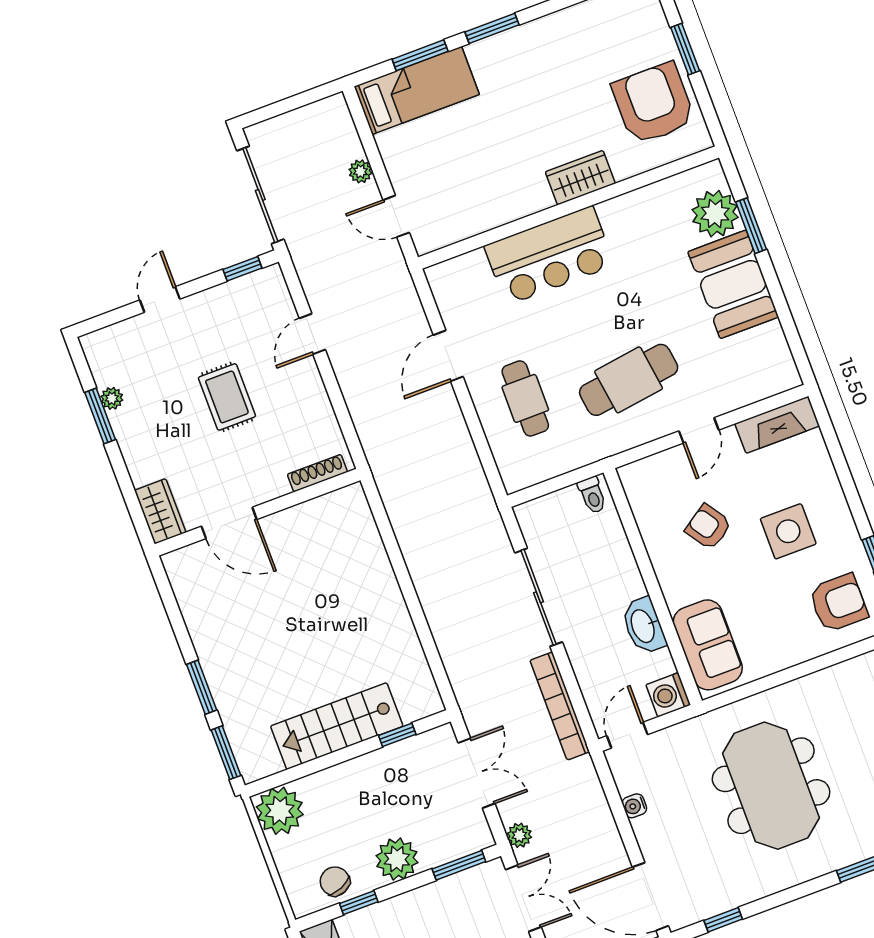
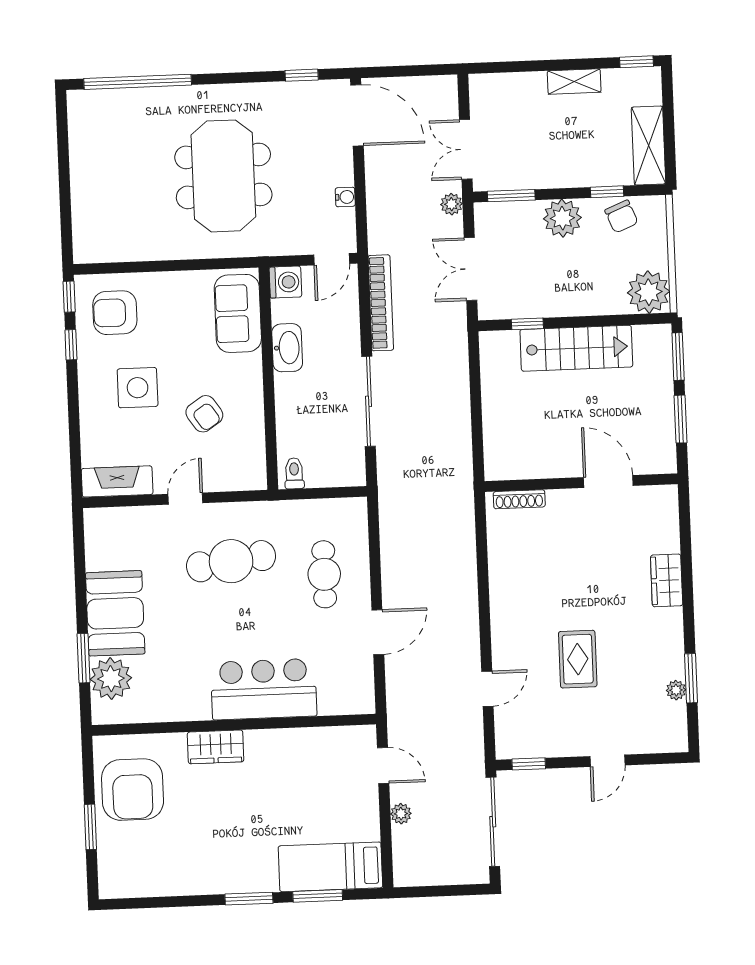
shoe rack: (317, 473) -> (519, 499), moved
wall: (258, 512) -> (581, 483), moved
door: (229, 523) -> (608, 482), moved

